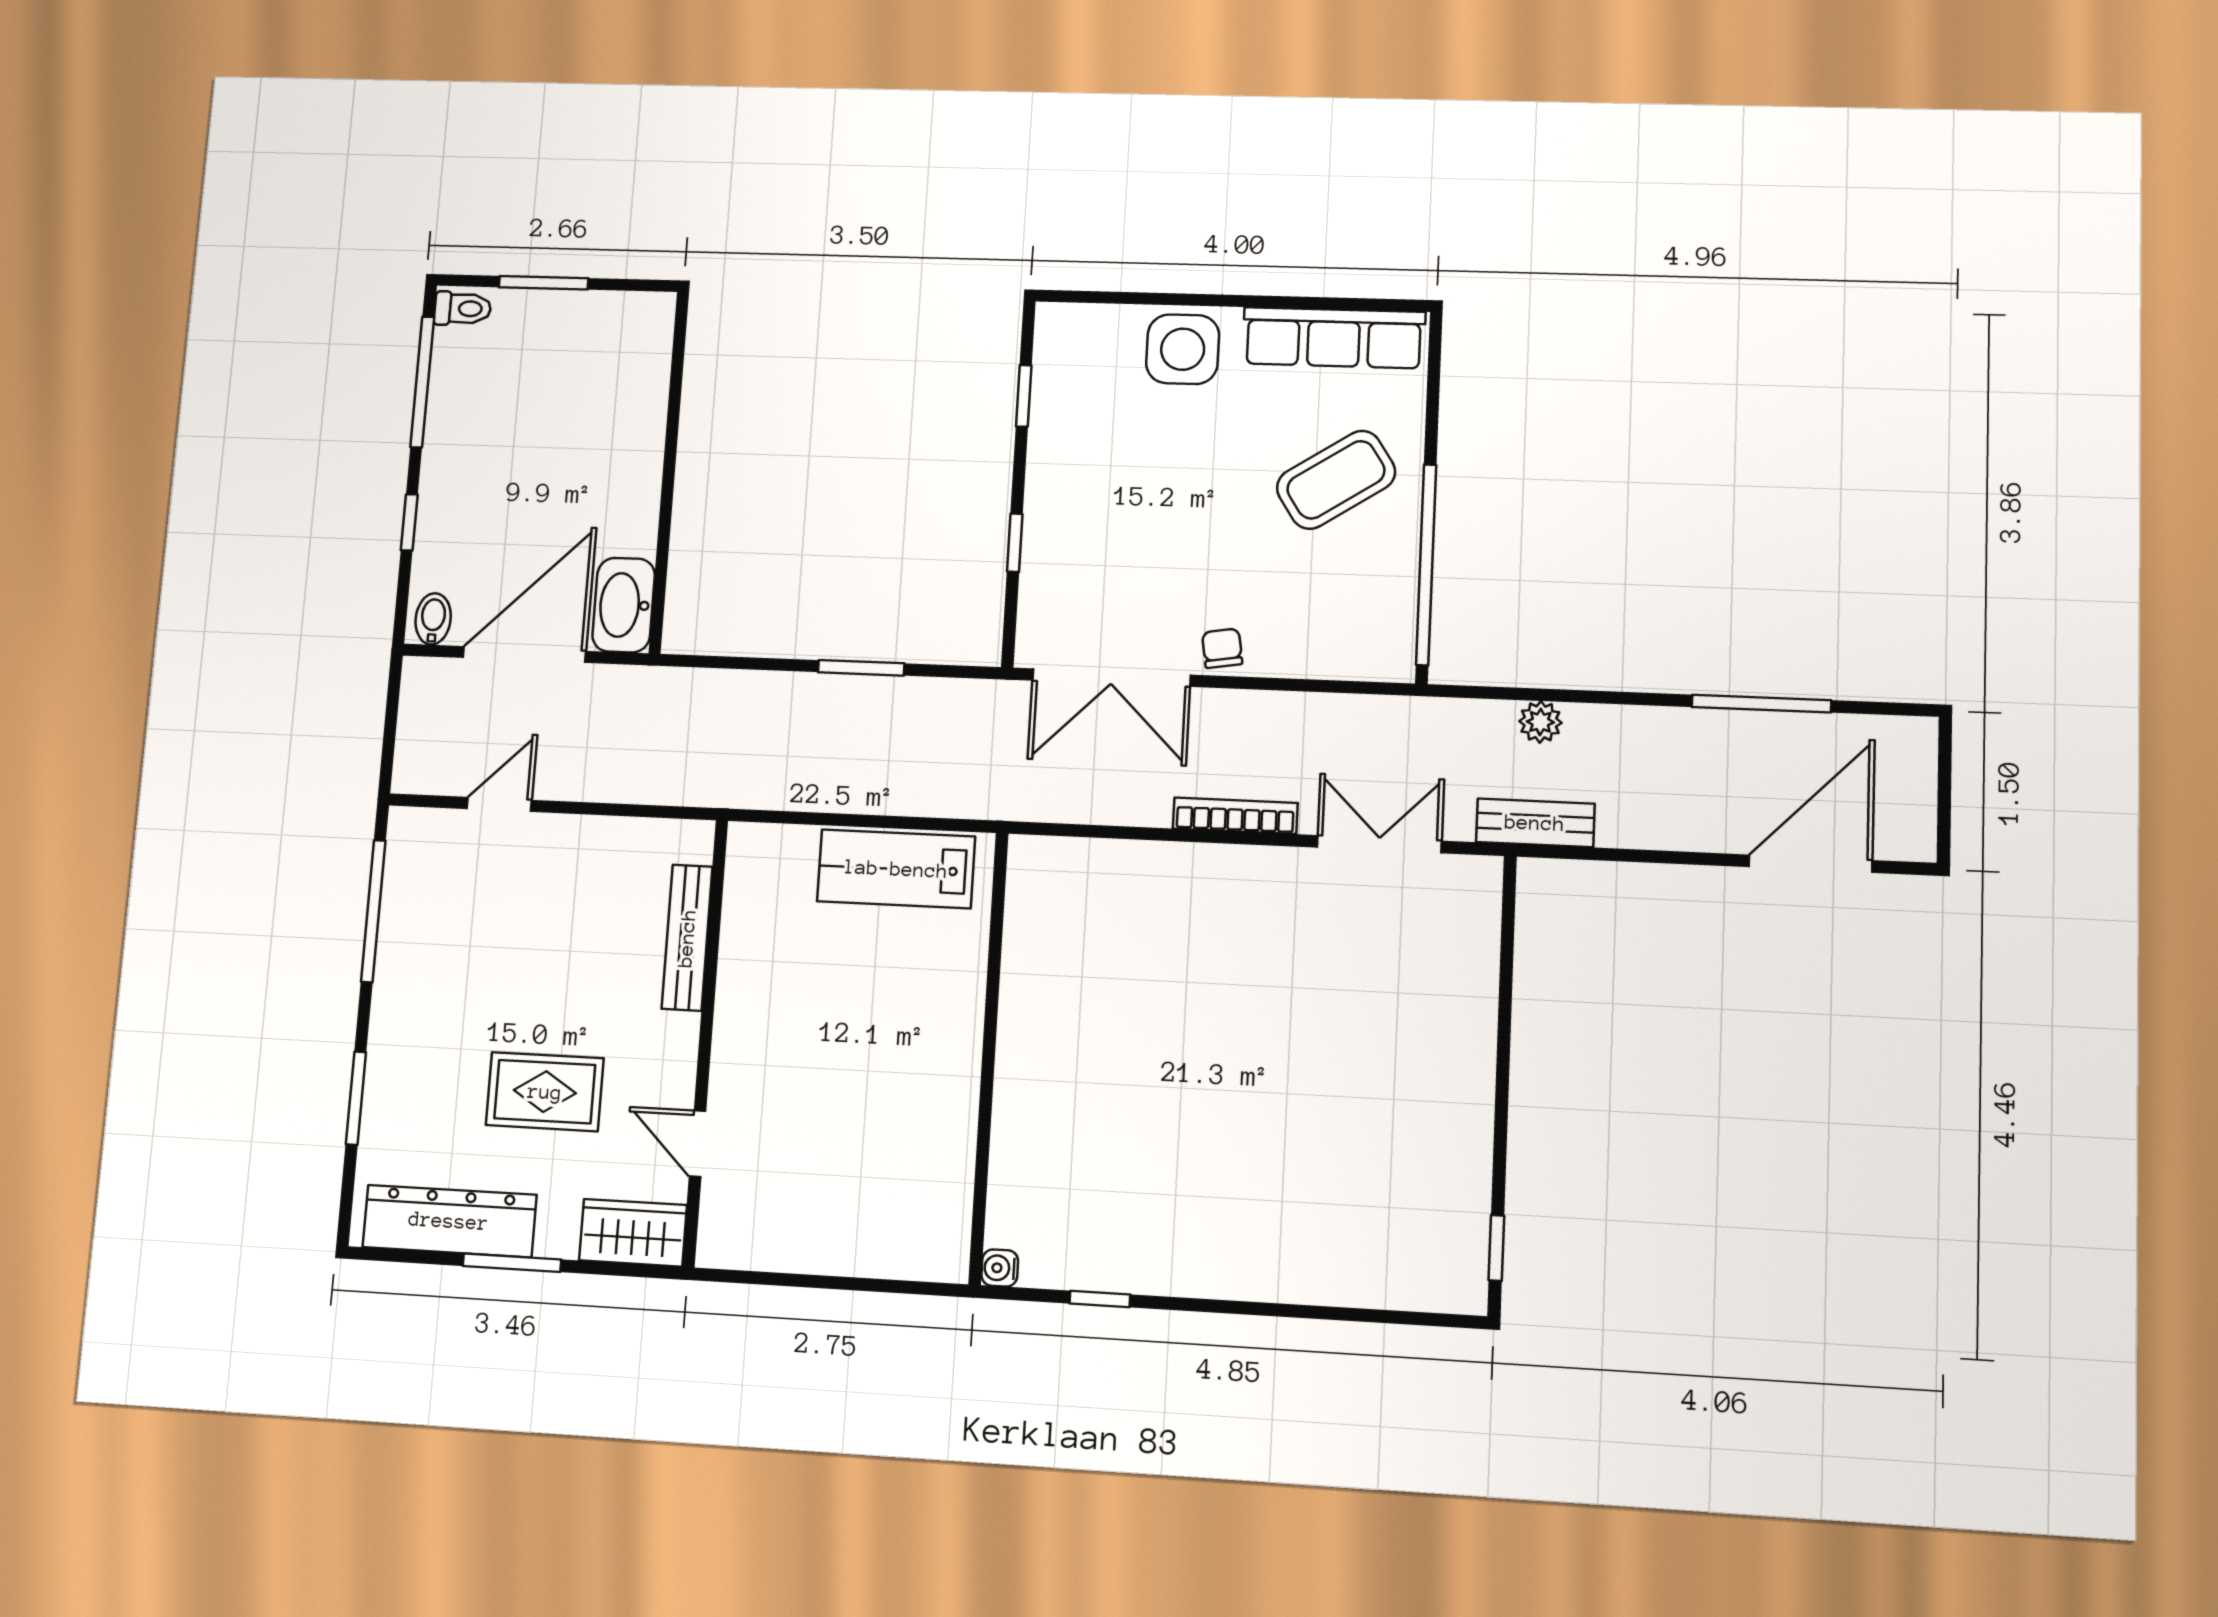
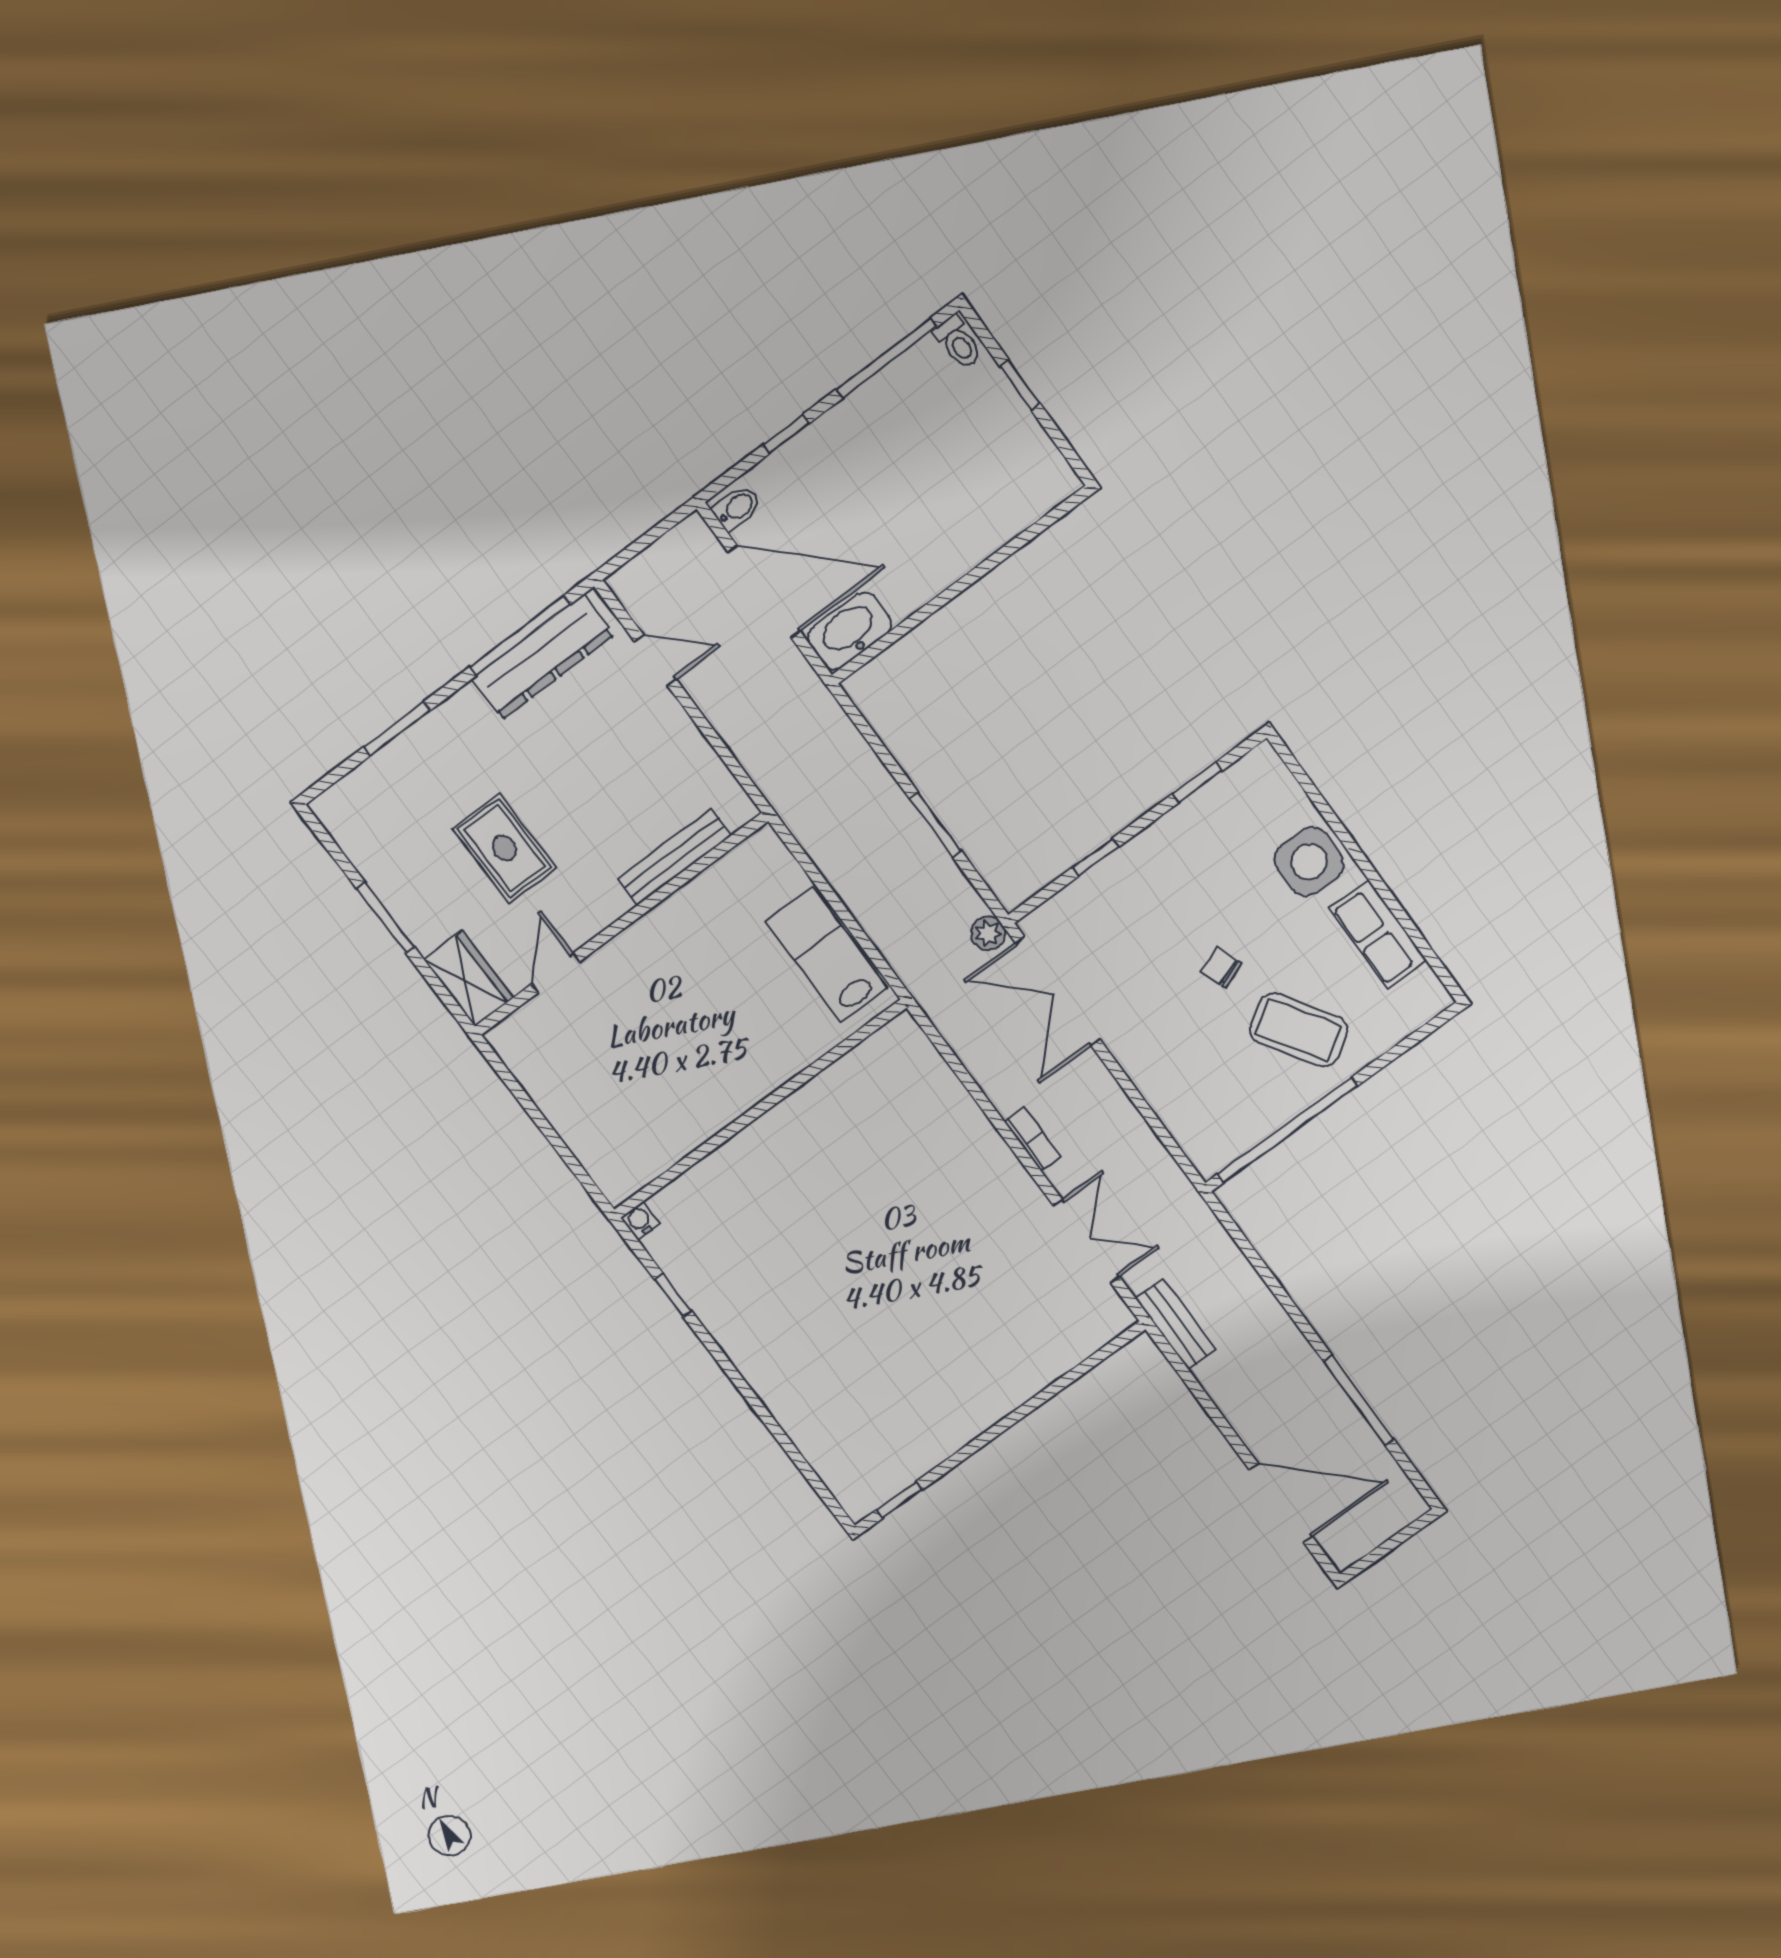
window: (544, 283) -> (1020, 385), width x0.67
row of seats: (1334, 338) -> (1378, 934), width x0.68
chair: (1222, 648) -> (1221, 968), moved, turned -101
plant: (1540, 722) -> (988, 934), moved
bookcase: (1235, 816) -> (1033, 1139), width x0.64
dresser: (449, 1221) -> (543, 657), moved, turned 90

